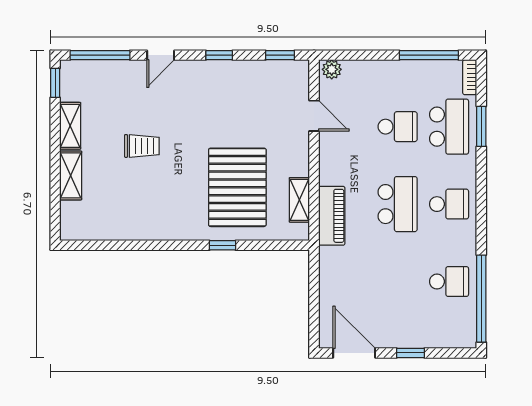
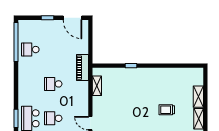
pallet: (237, 187) -> (124, 91), removed
school desk: (398, 204) -> (53, 84), width x0.54
school desk: (449, 204) -> (30, 84), removed
piano: (332, 216) -> (82, 68), moved

